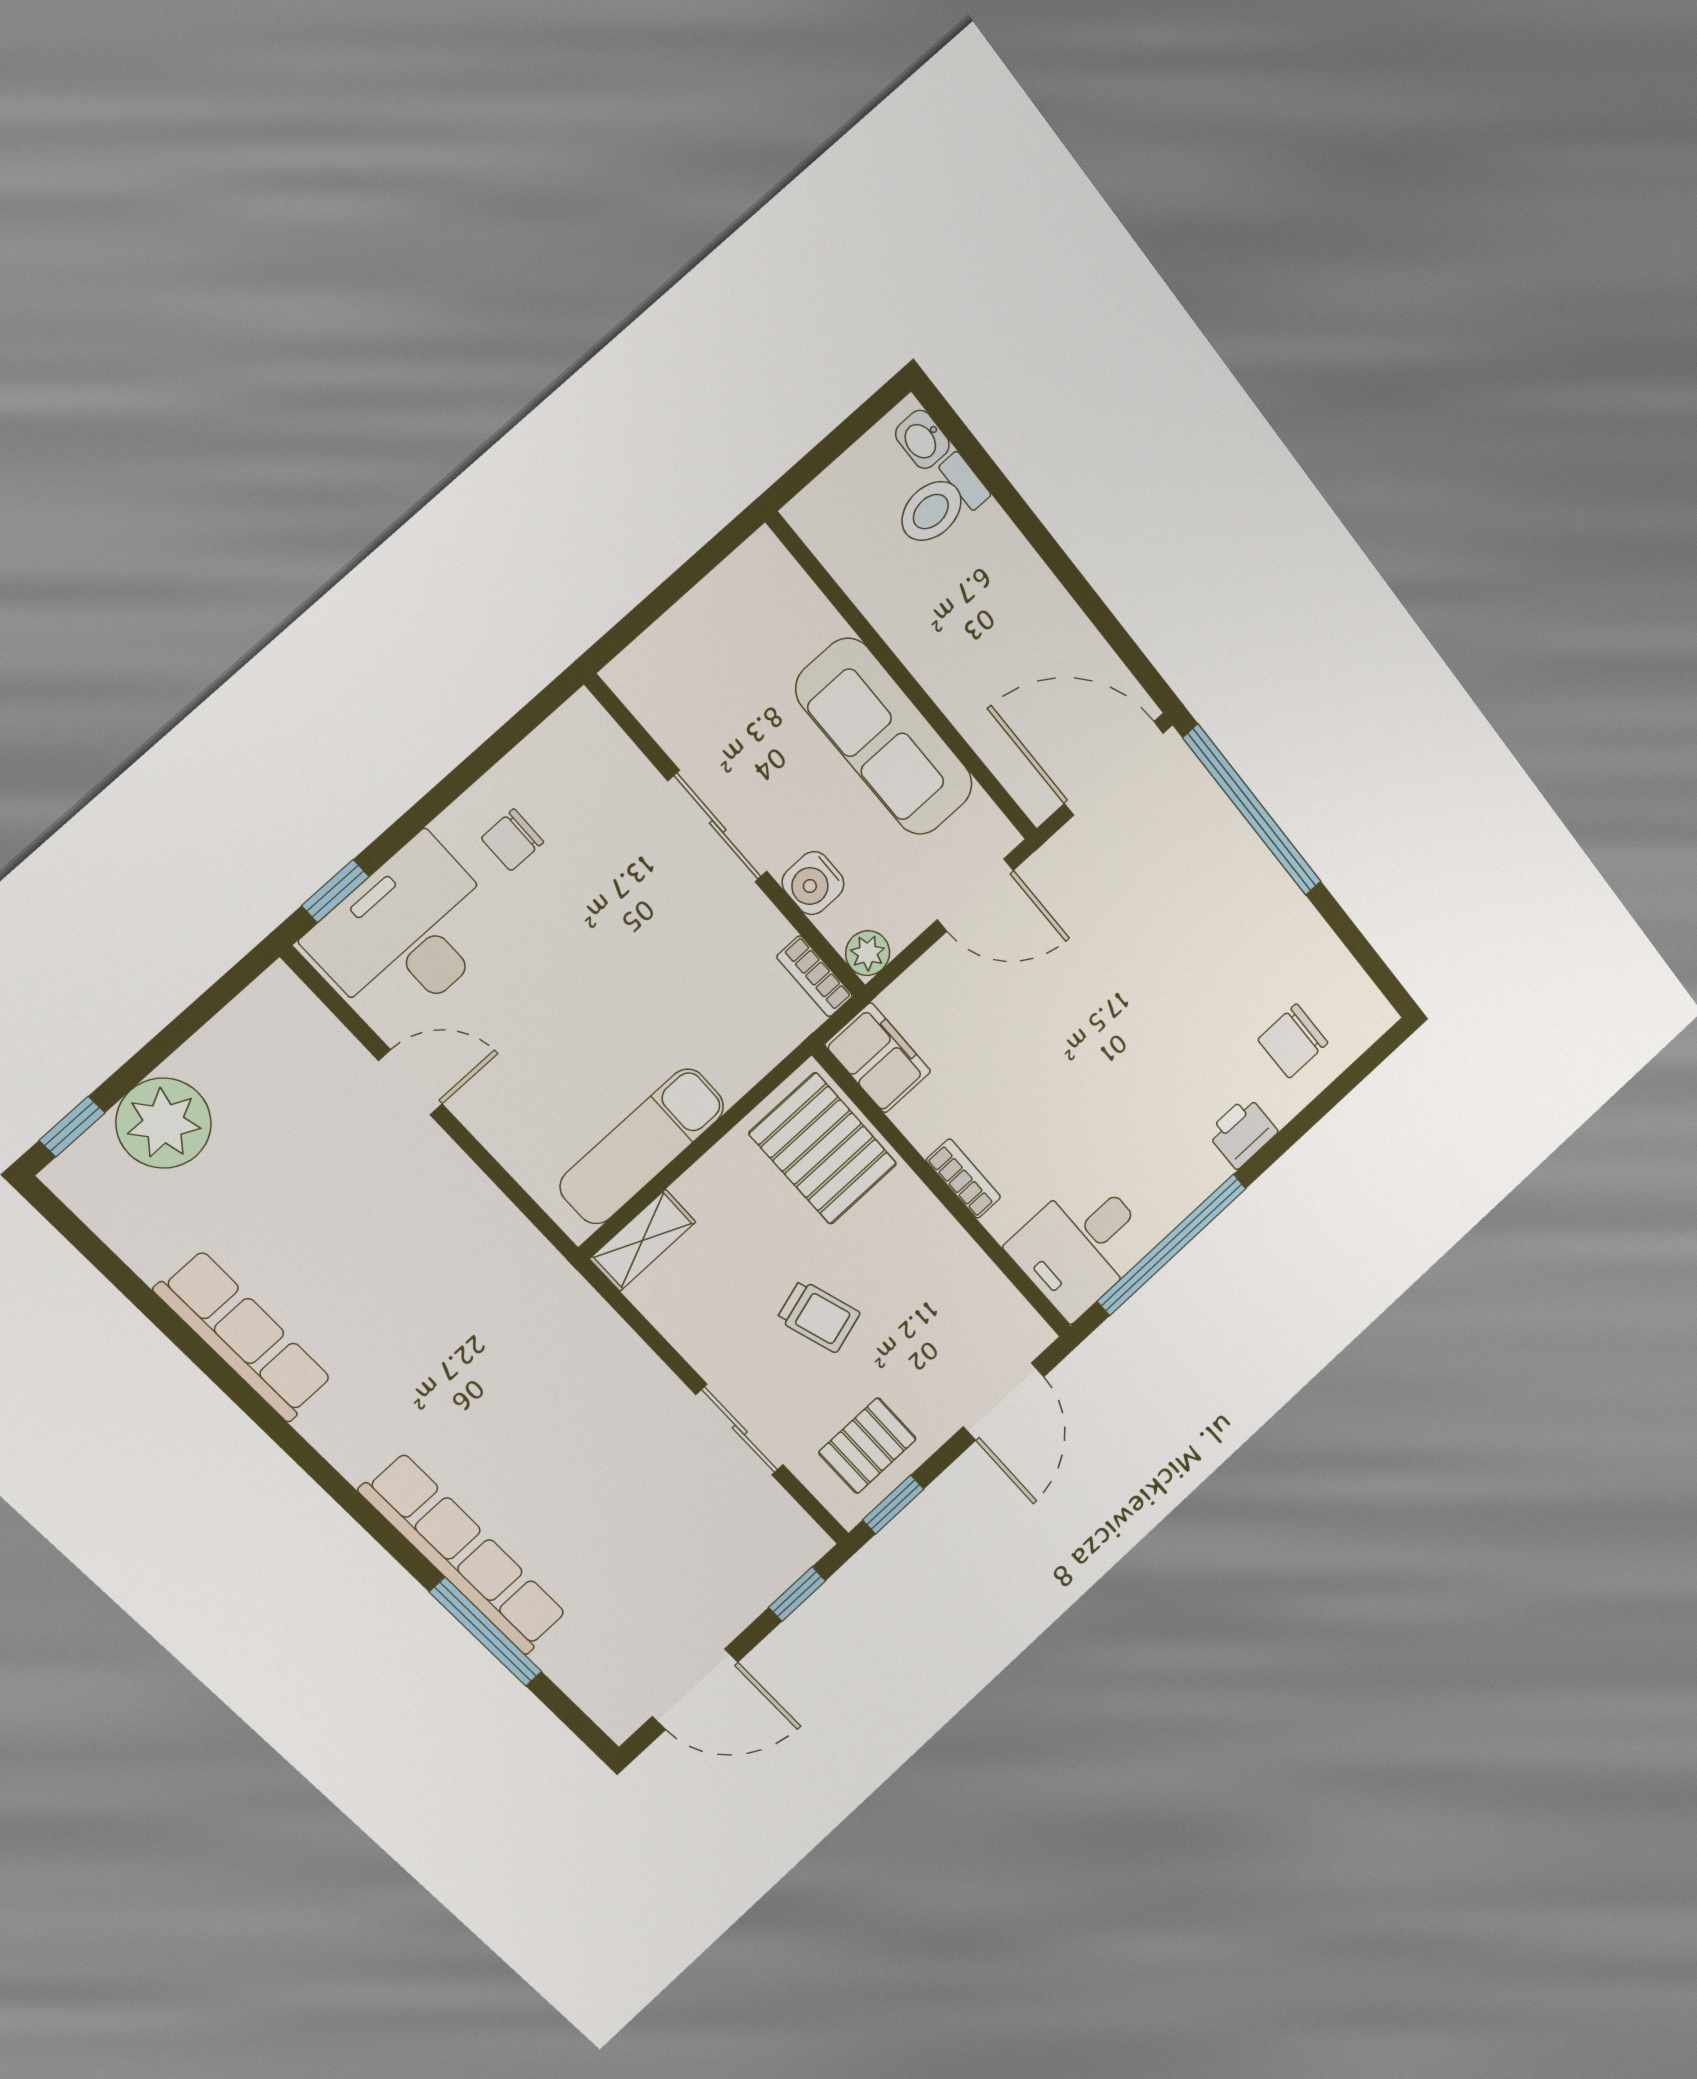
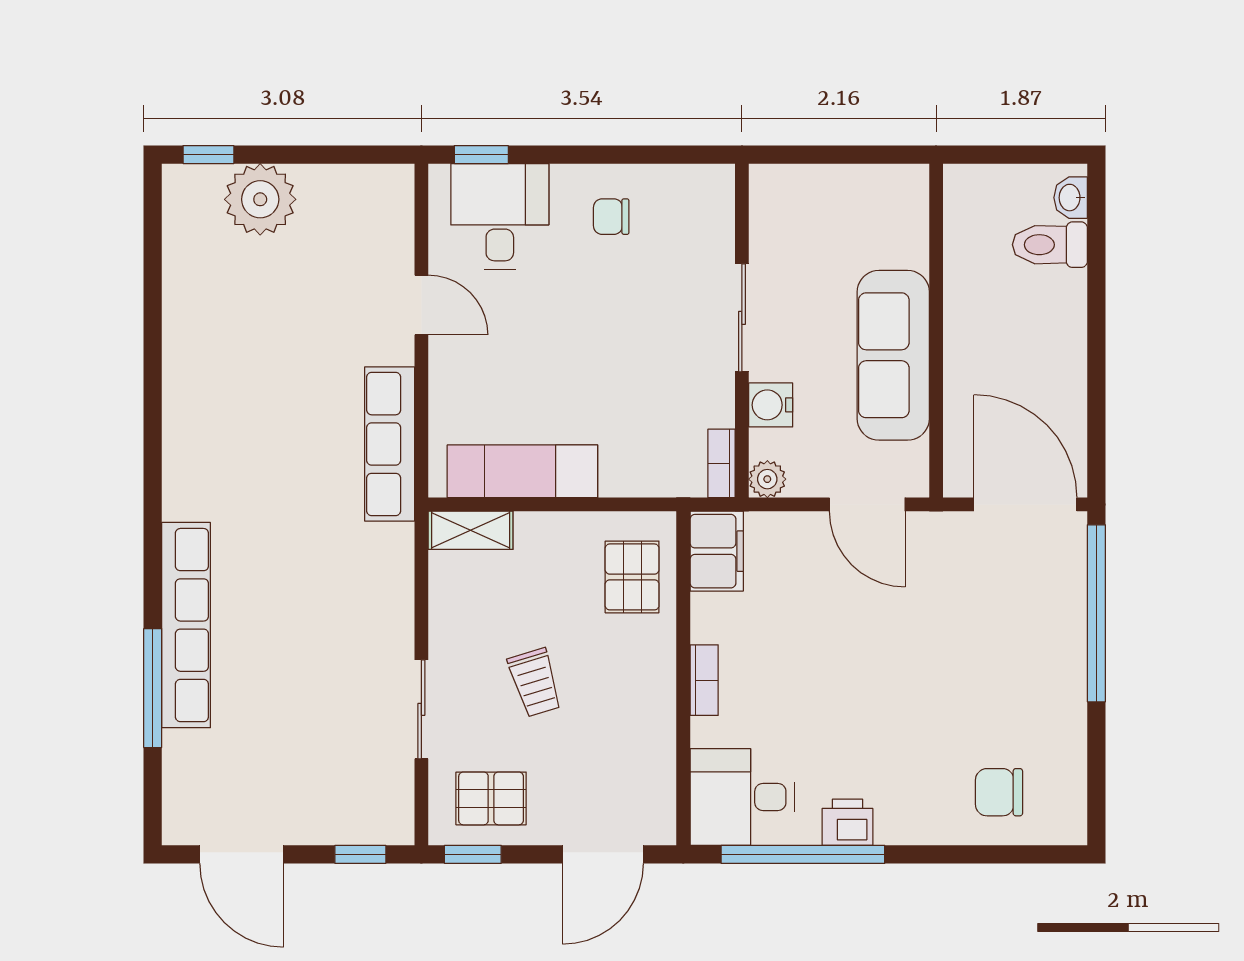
desk: (407, 934) -> (500, 216), width x0.73
printer: (1242, 1132) -> (847, 822), moved
pallet: (823, 1149) -> (632, 577), width x0.67, depth x0.71
row of seats: (244, 1336) -> (390, 444), moved, turned 180

